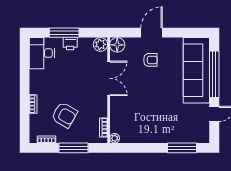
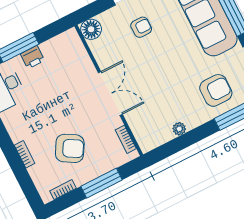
plant: (100, 44) -> (70, 39), removed
double door: (109, 78) -> (110, 94), moved
armchair: (178, 125) -> (216, 90), added
plant: (115, 138) -> (179, 129), moved

